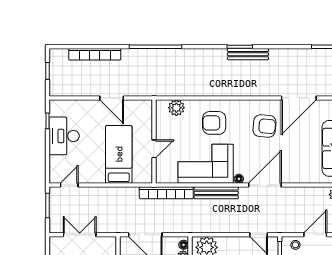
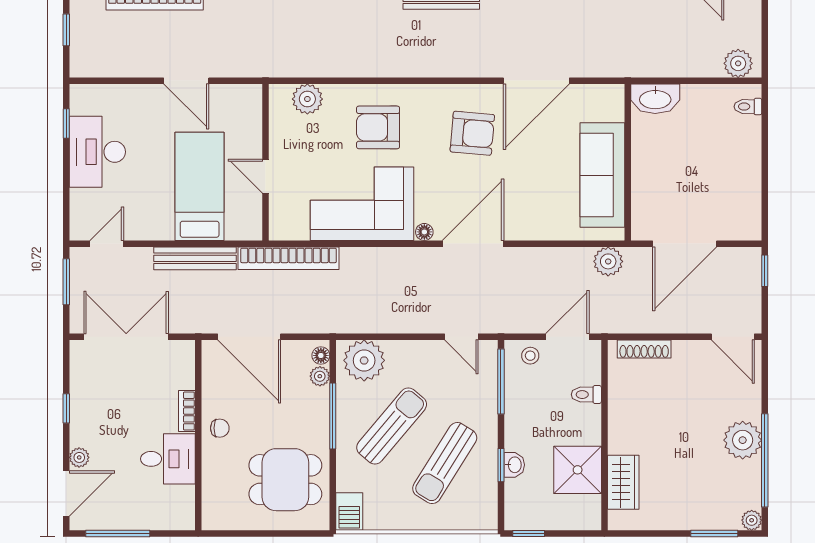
door: (154, 149) -> (265, 176), swing flipped
bench: (216, 193) -> (195, 258), moved
double door: (80, 235) -> (126, 337), width x1.37

